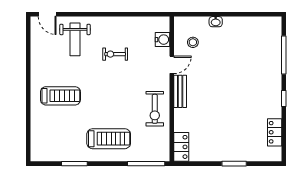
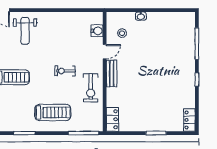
exercise bike: (115, 54) -> (65, 71), moved
locker: (275, 132) -> (189, 120), moved

